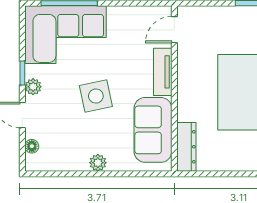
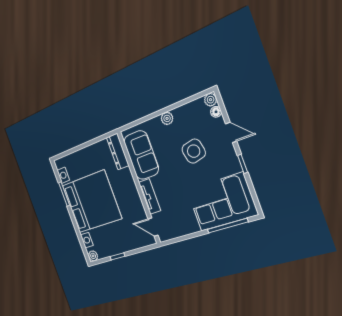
door: (174, 30) -> (153, 227), swing flipped
plant: (33, 87) -> (211, 100), moved
side table: (96, 96) -> (194, 151), moved

